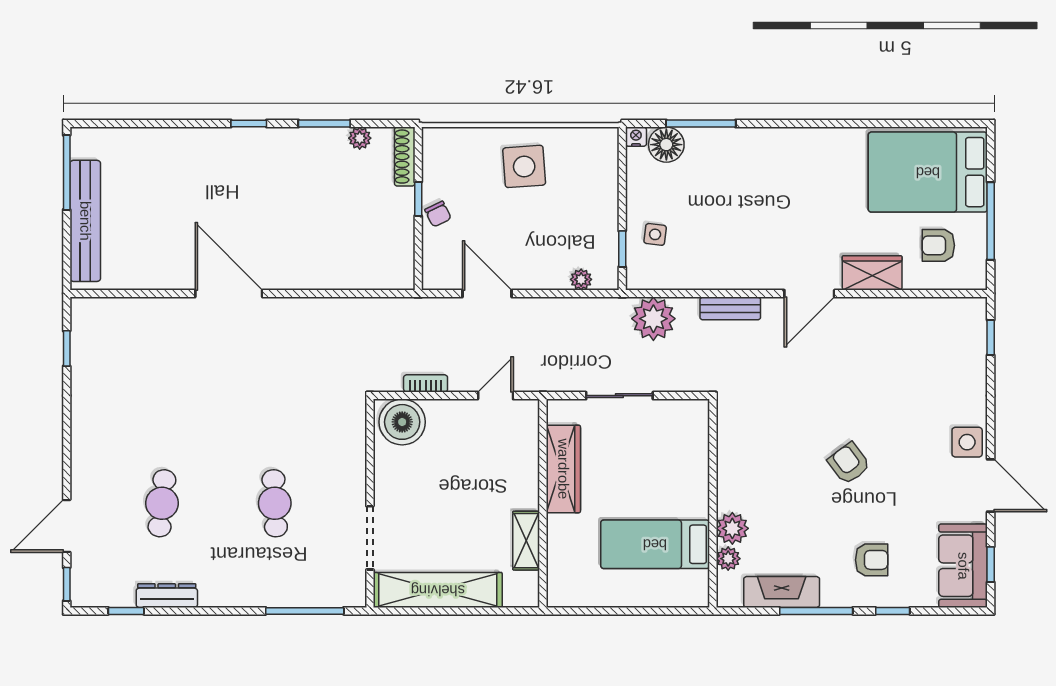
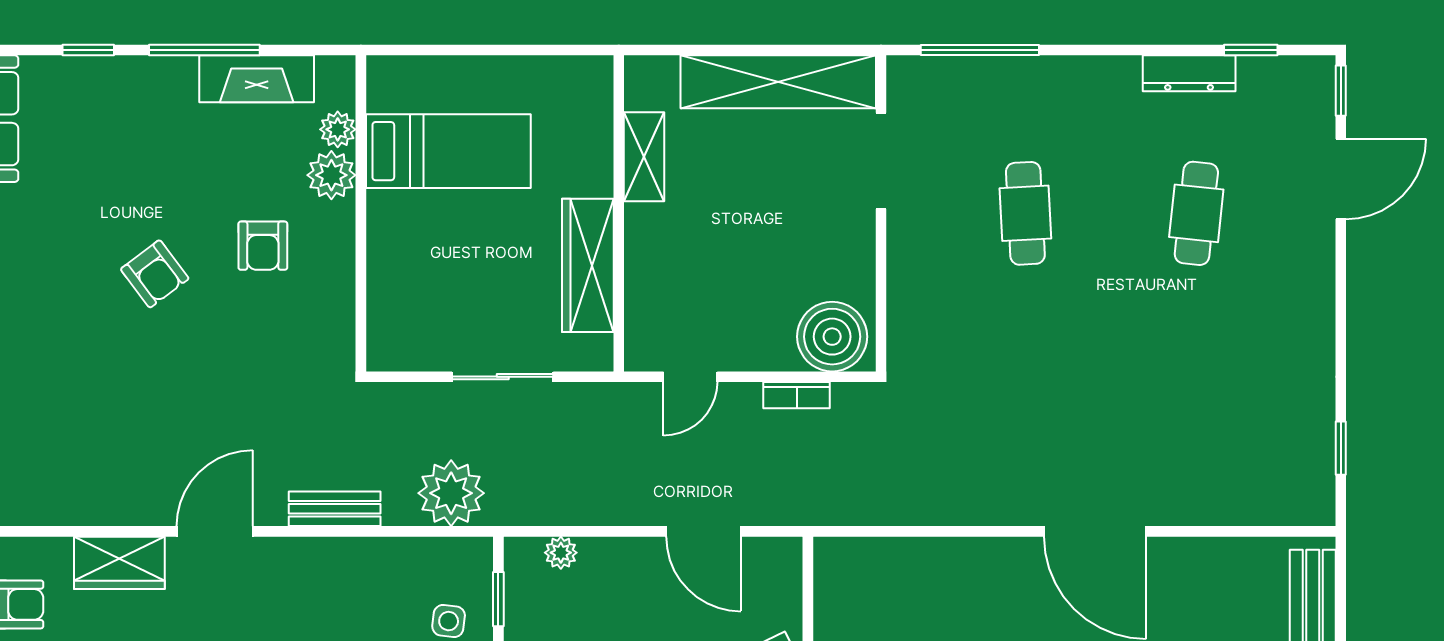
armchair: (872, 560) -> (263, 246), moved, turned -90

